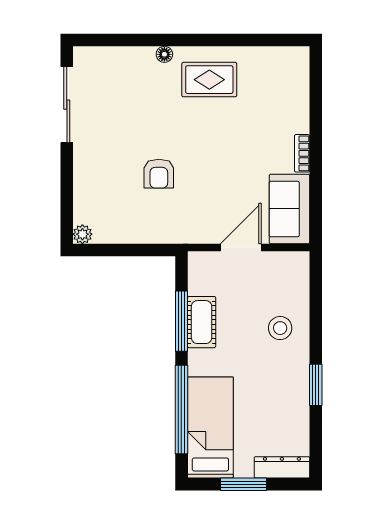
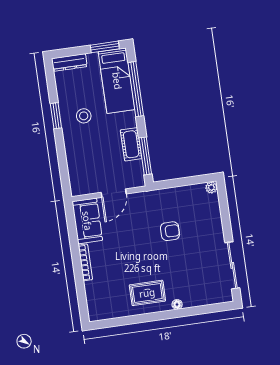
bookcase: (302, 153) -> (85, 262), width x1.56
armchair: (159, 174) -> (170, 231), turned 90
window: (181, 321) -> (145, 156), moved
stool: (280, 328) -> (84, 116), moved
window: (244, 484) -> (105, 47), moved

